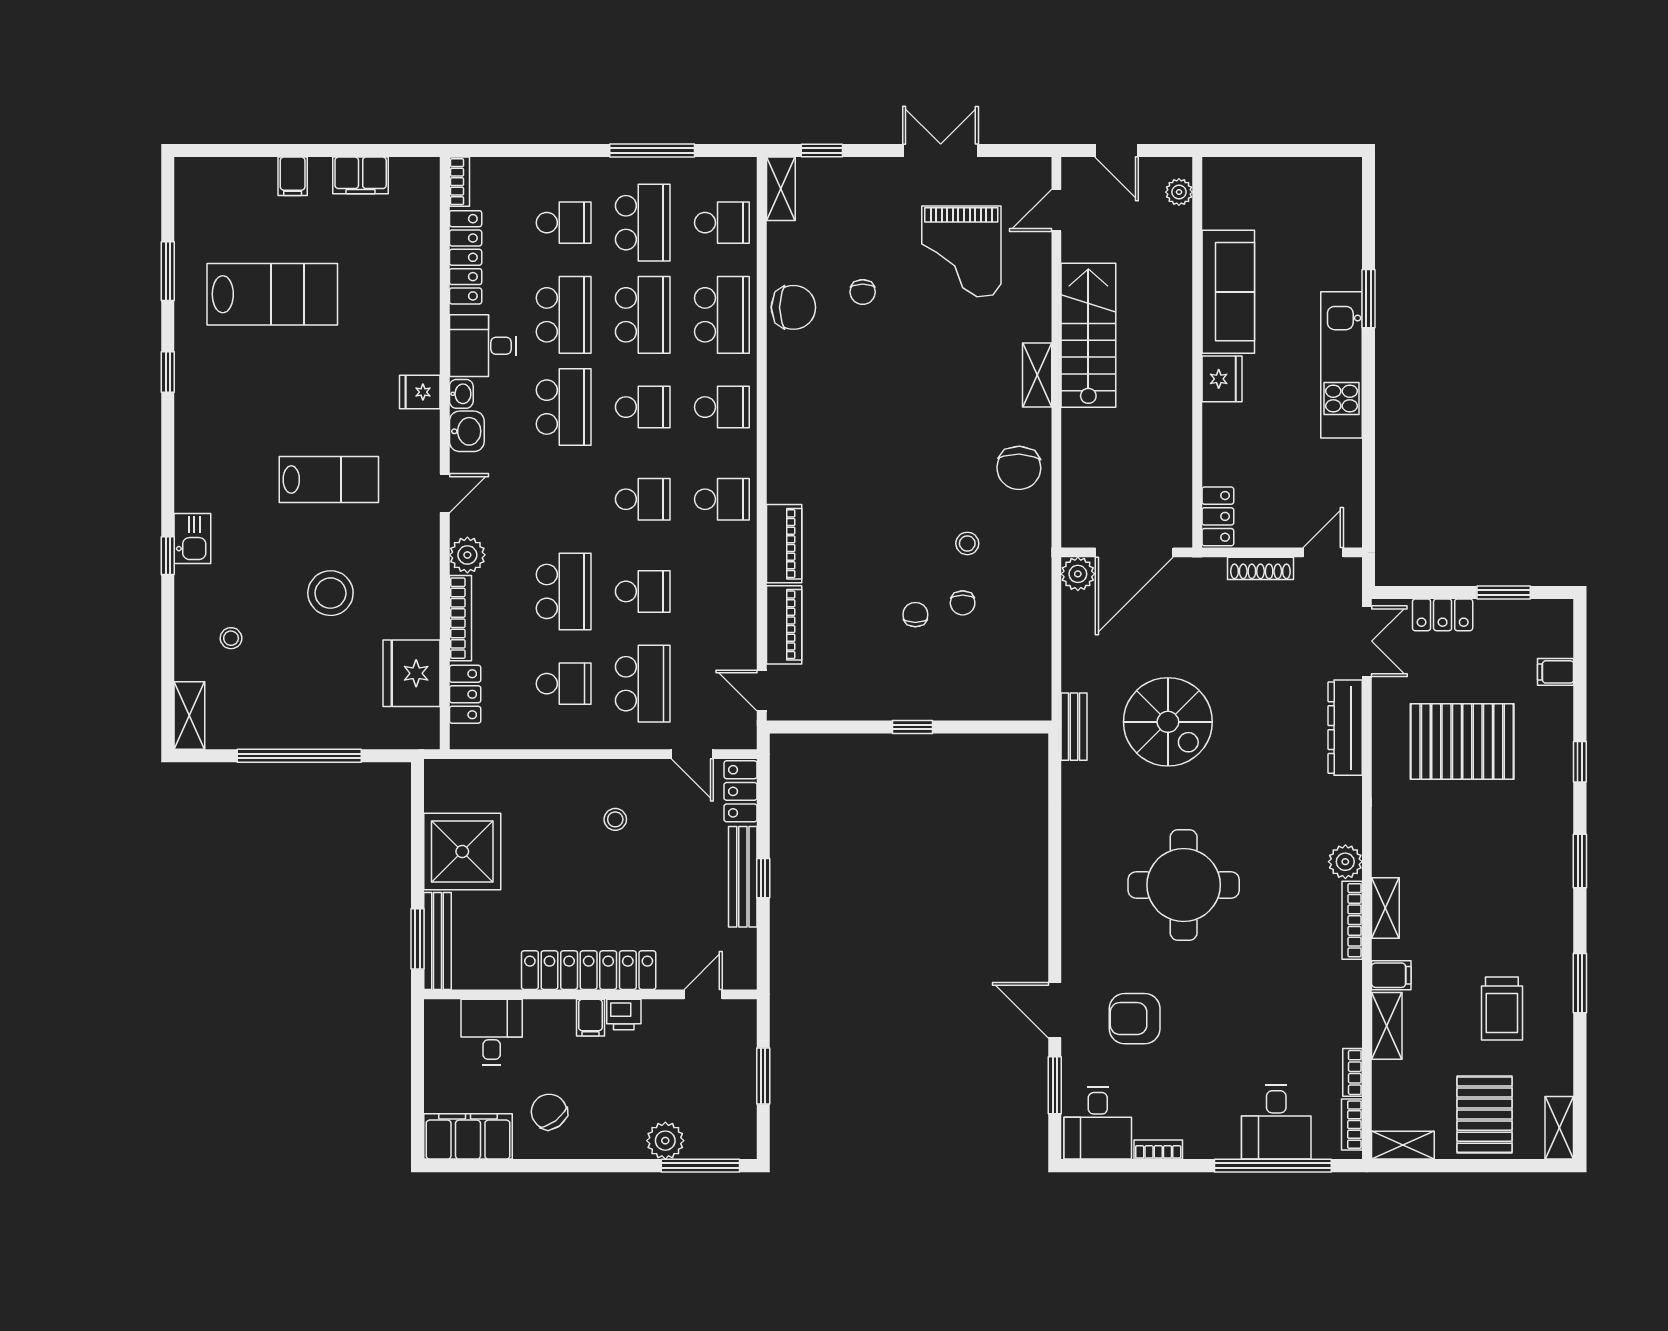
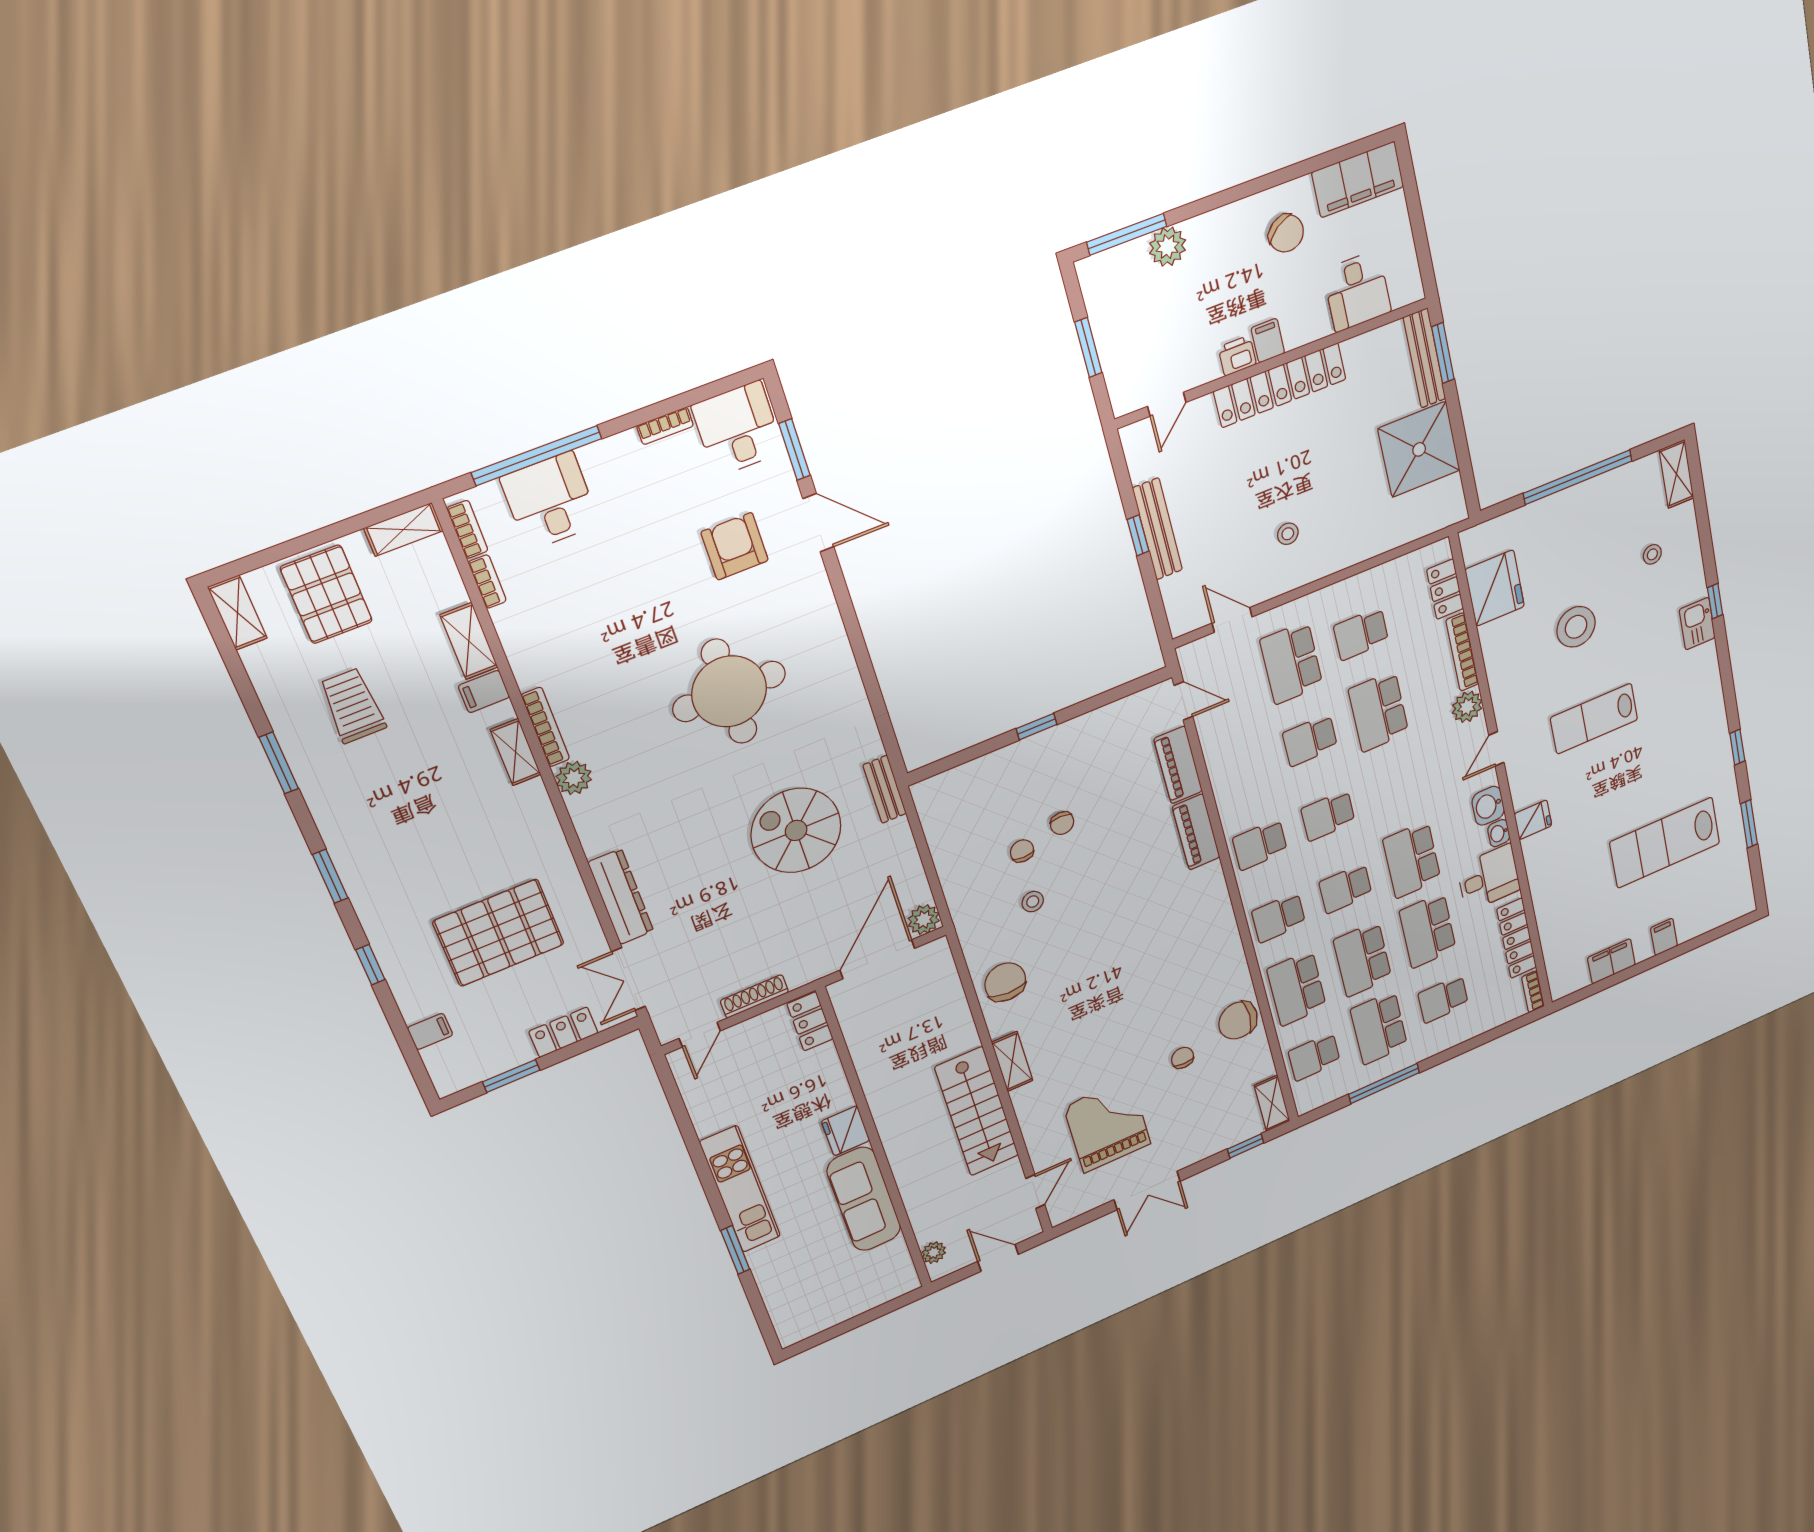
locker: (741, 791) -> (1180, 605), removed
armchair: (1135, 1019) -> (735, 546), turned -90

